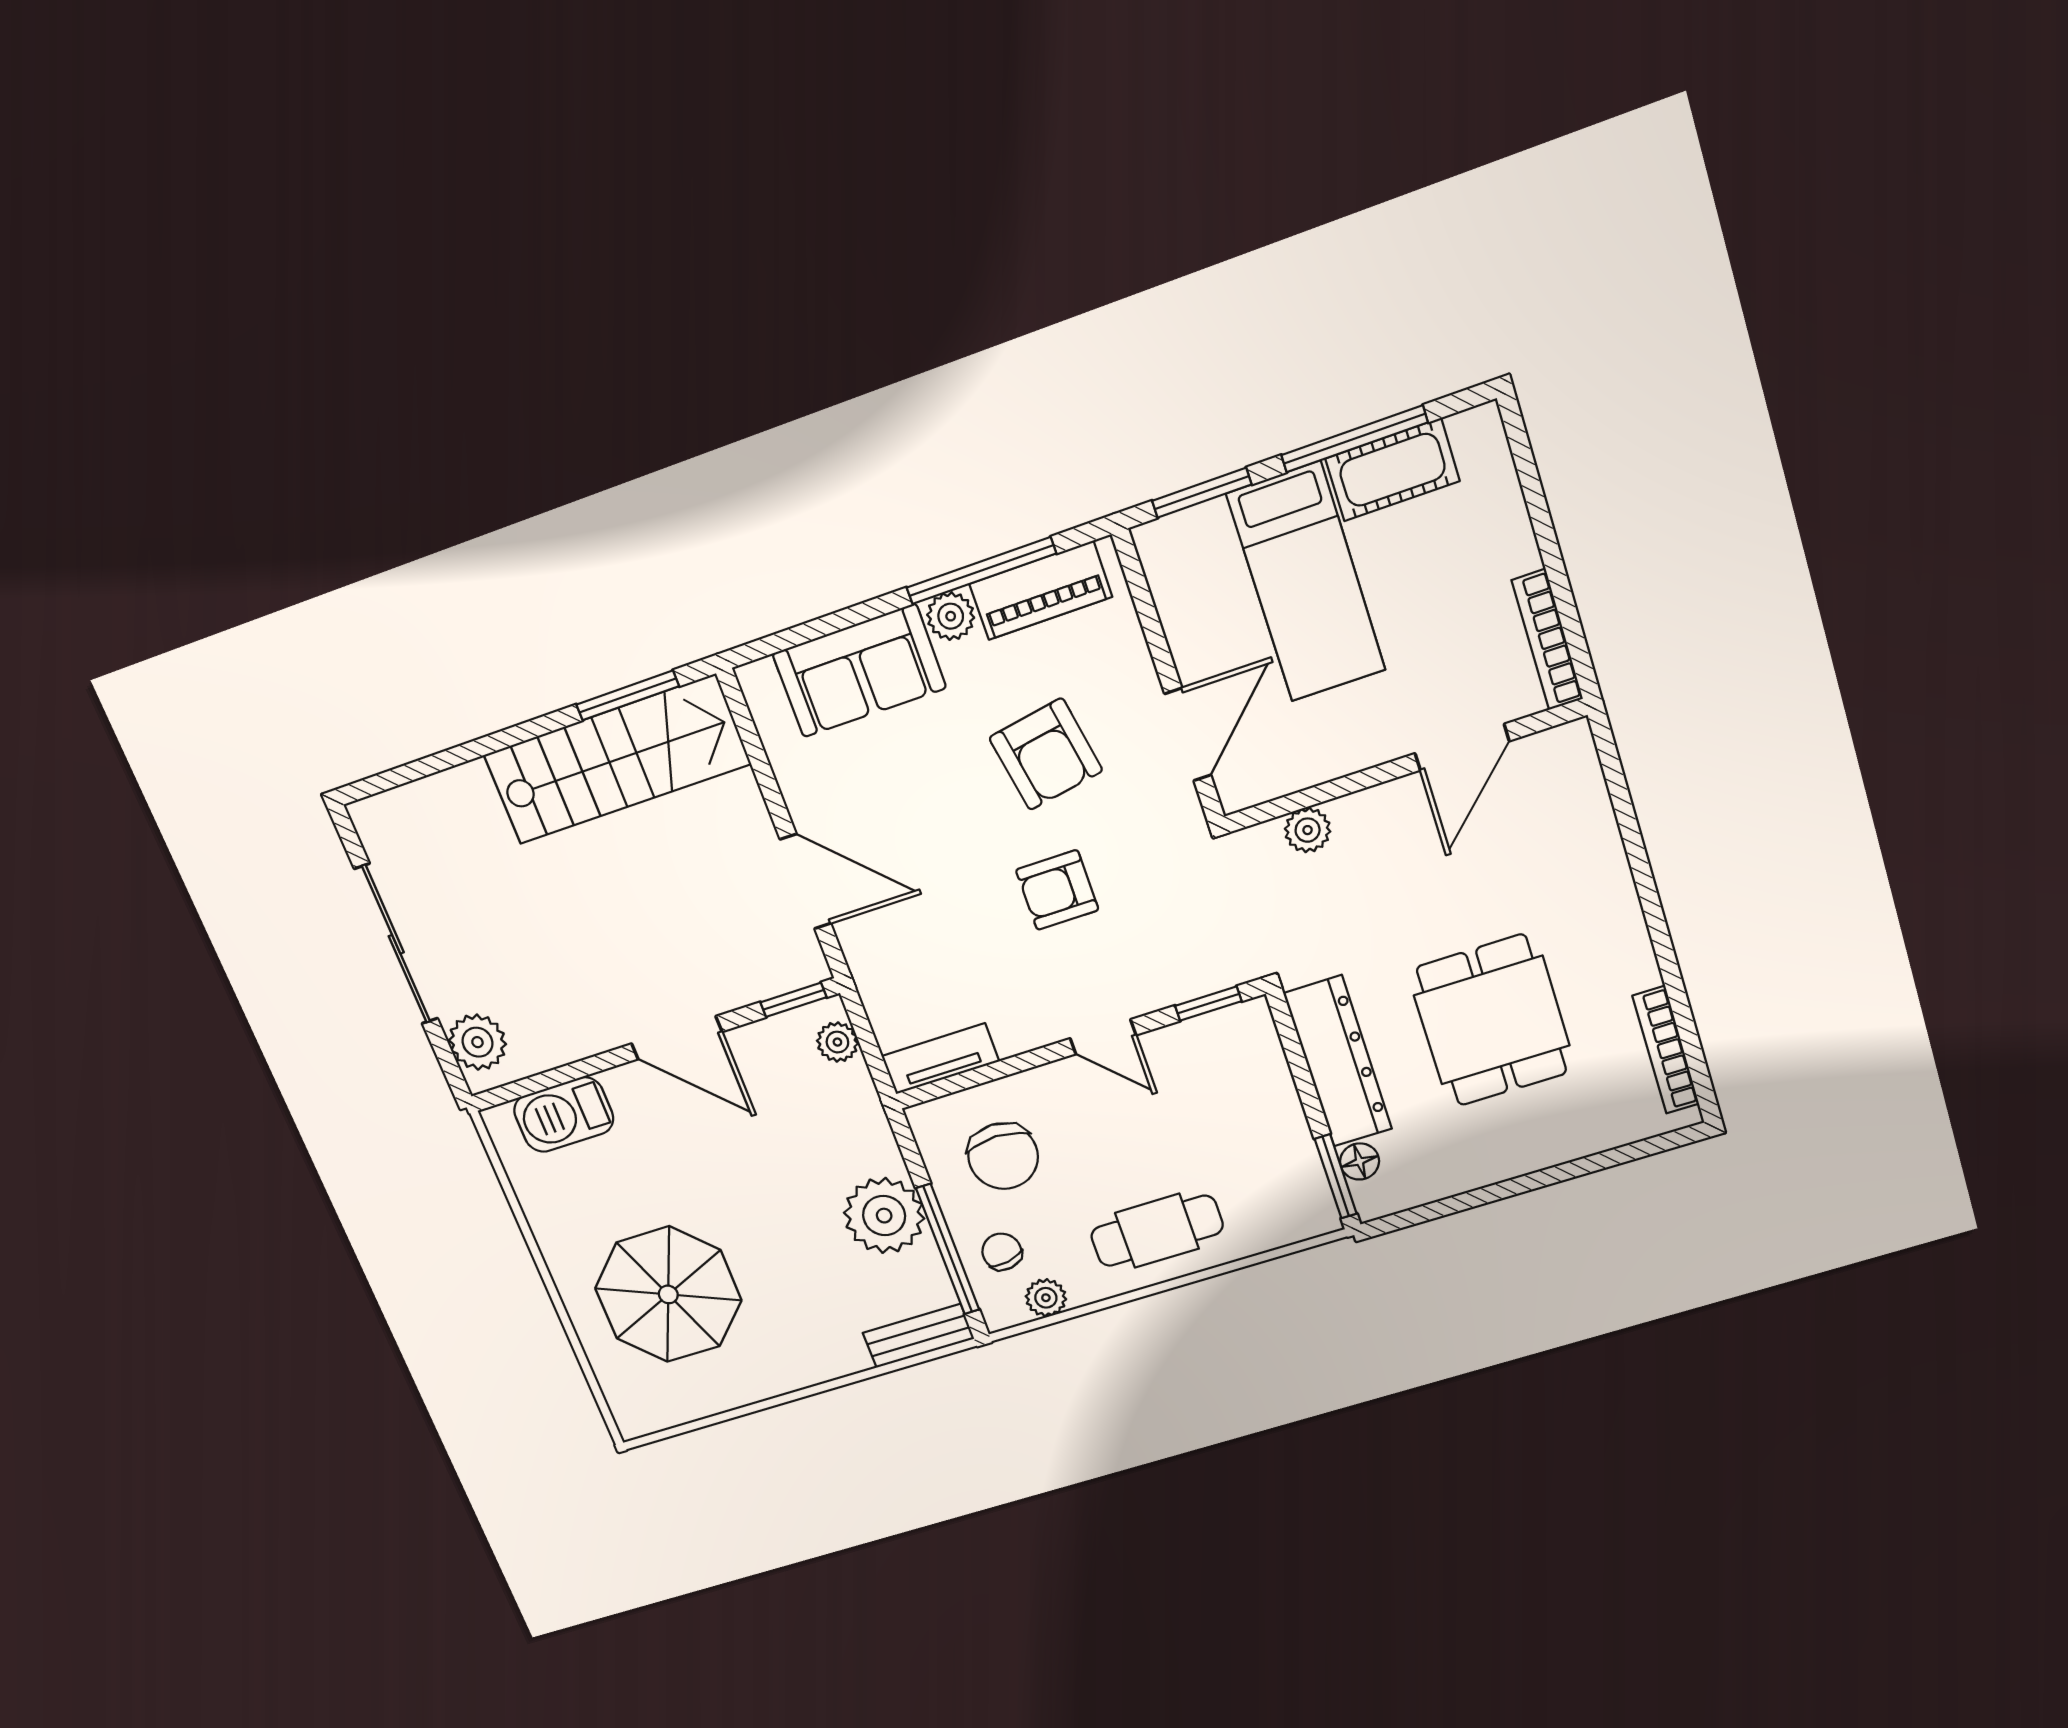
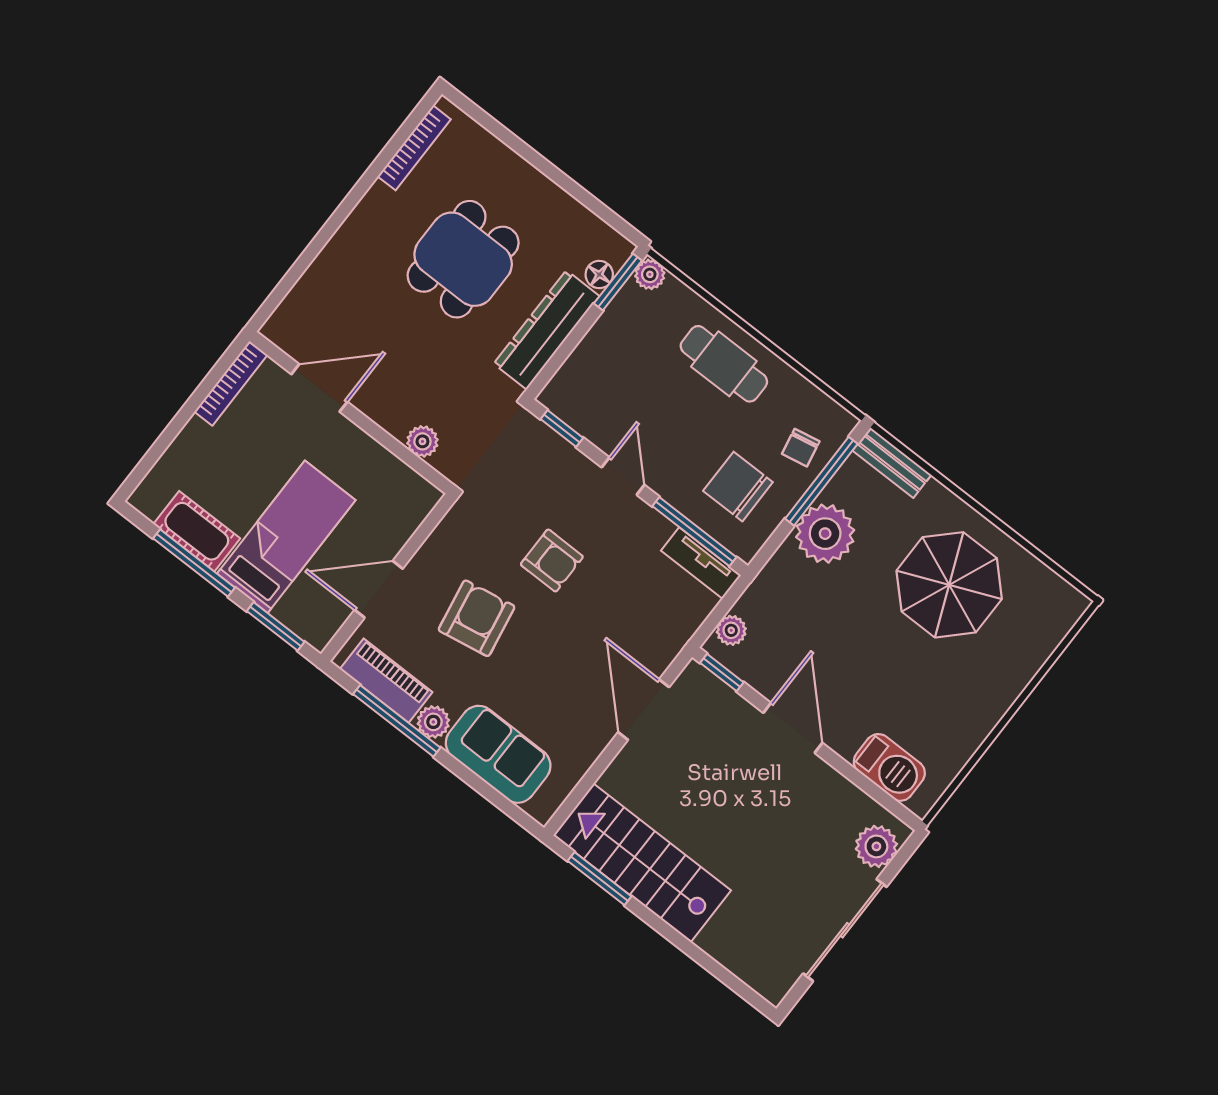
door: (1188, 735) -> (379, 589), moved
window: (982, 1075) -> (694, 532), added
chair: (1003, 1156) -> (738, 487), turned -90
parasol: (668, 1294) -> (949, 585), moved
plant: (1046, 1298) -> (650, 274), moved

